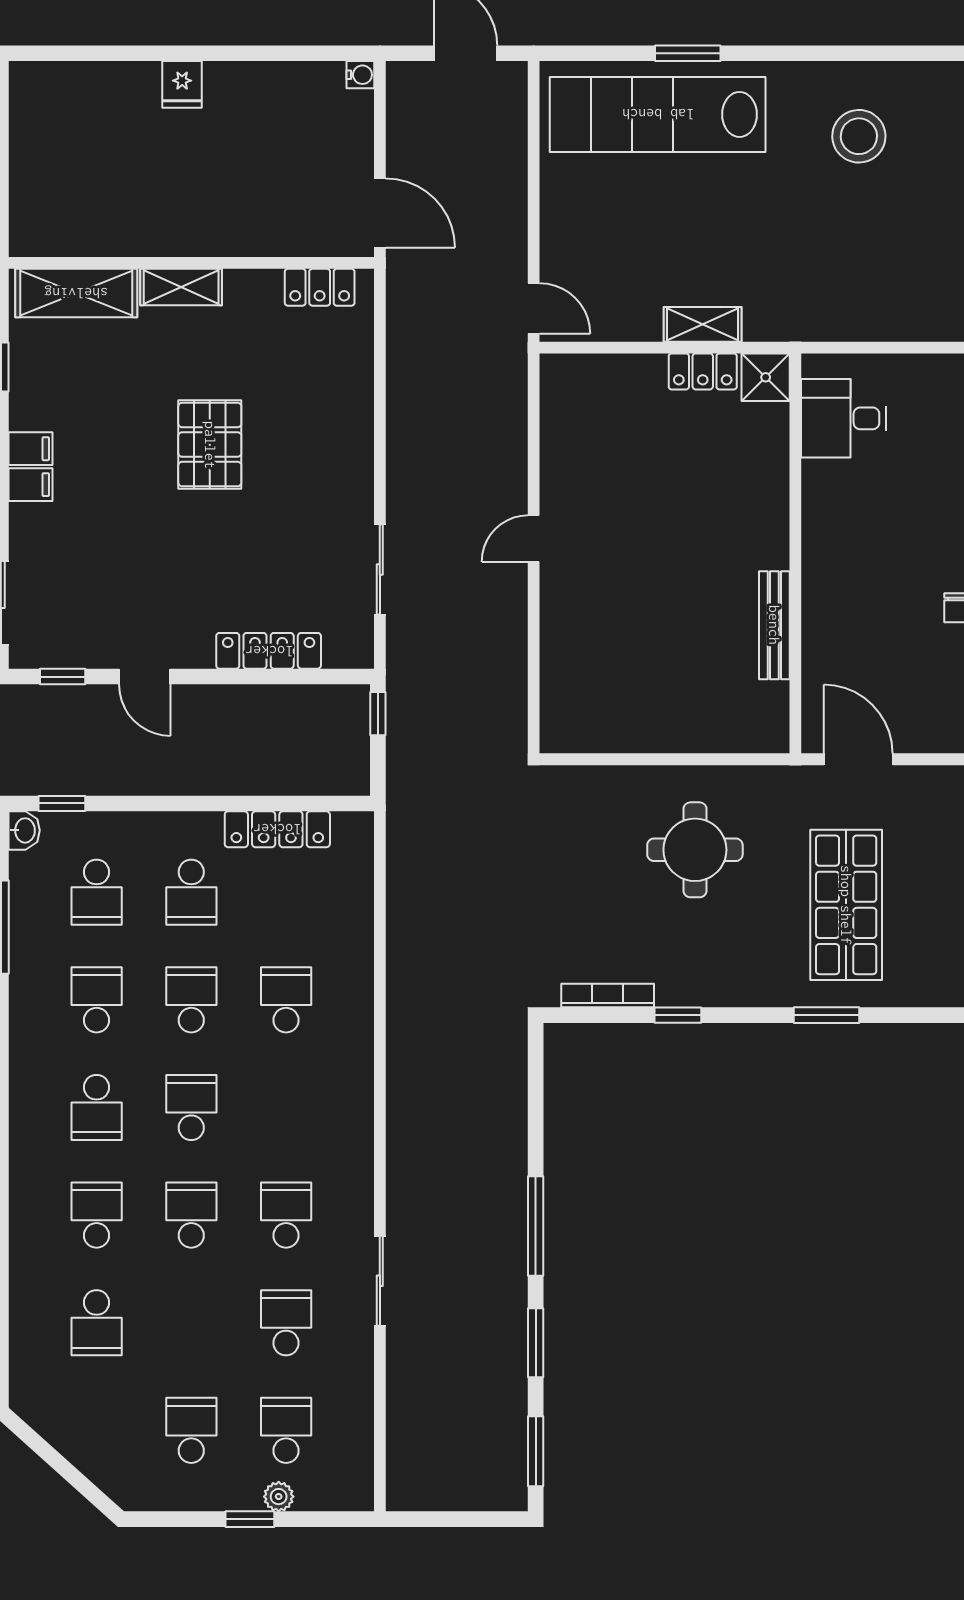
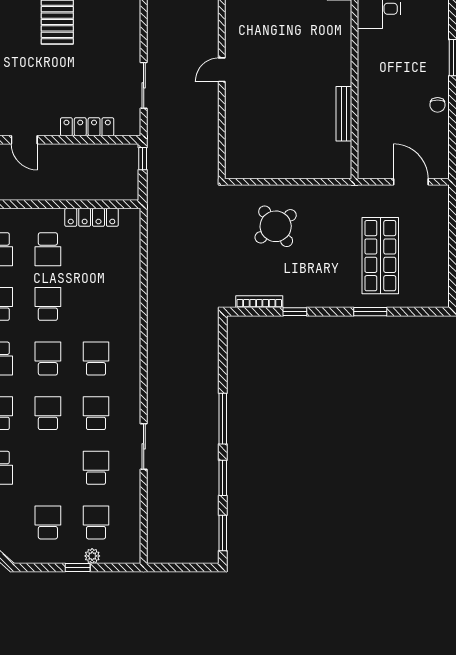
door: (858, 759) -> (411, 182), moved
round table: (695, 850) -> (276, 226), moved, turned -37
school desk: (286, 1000) -> (96, 359), moved

